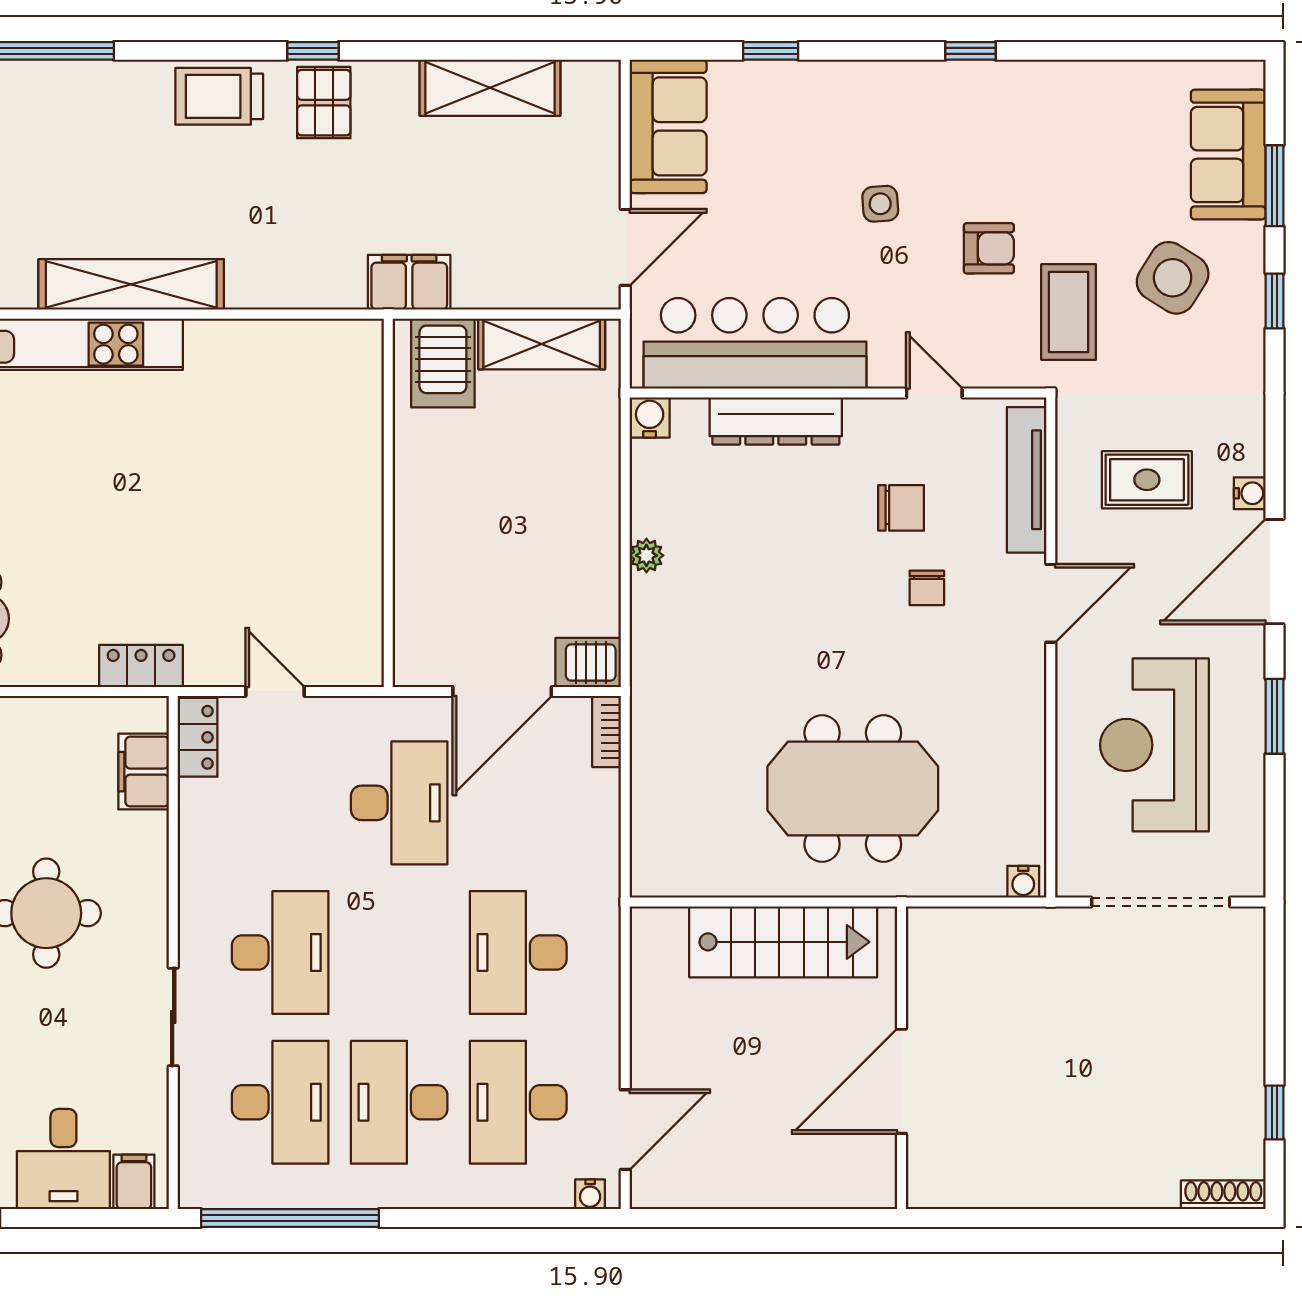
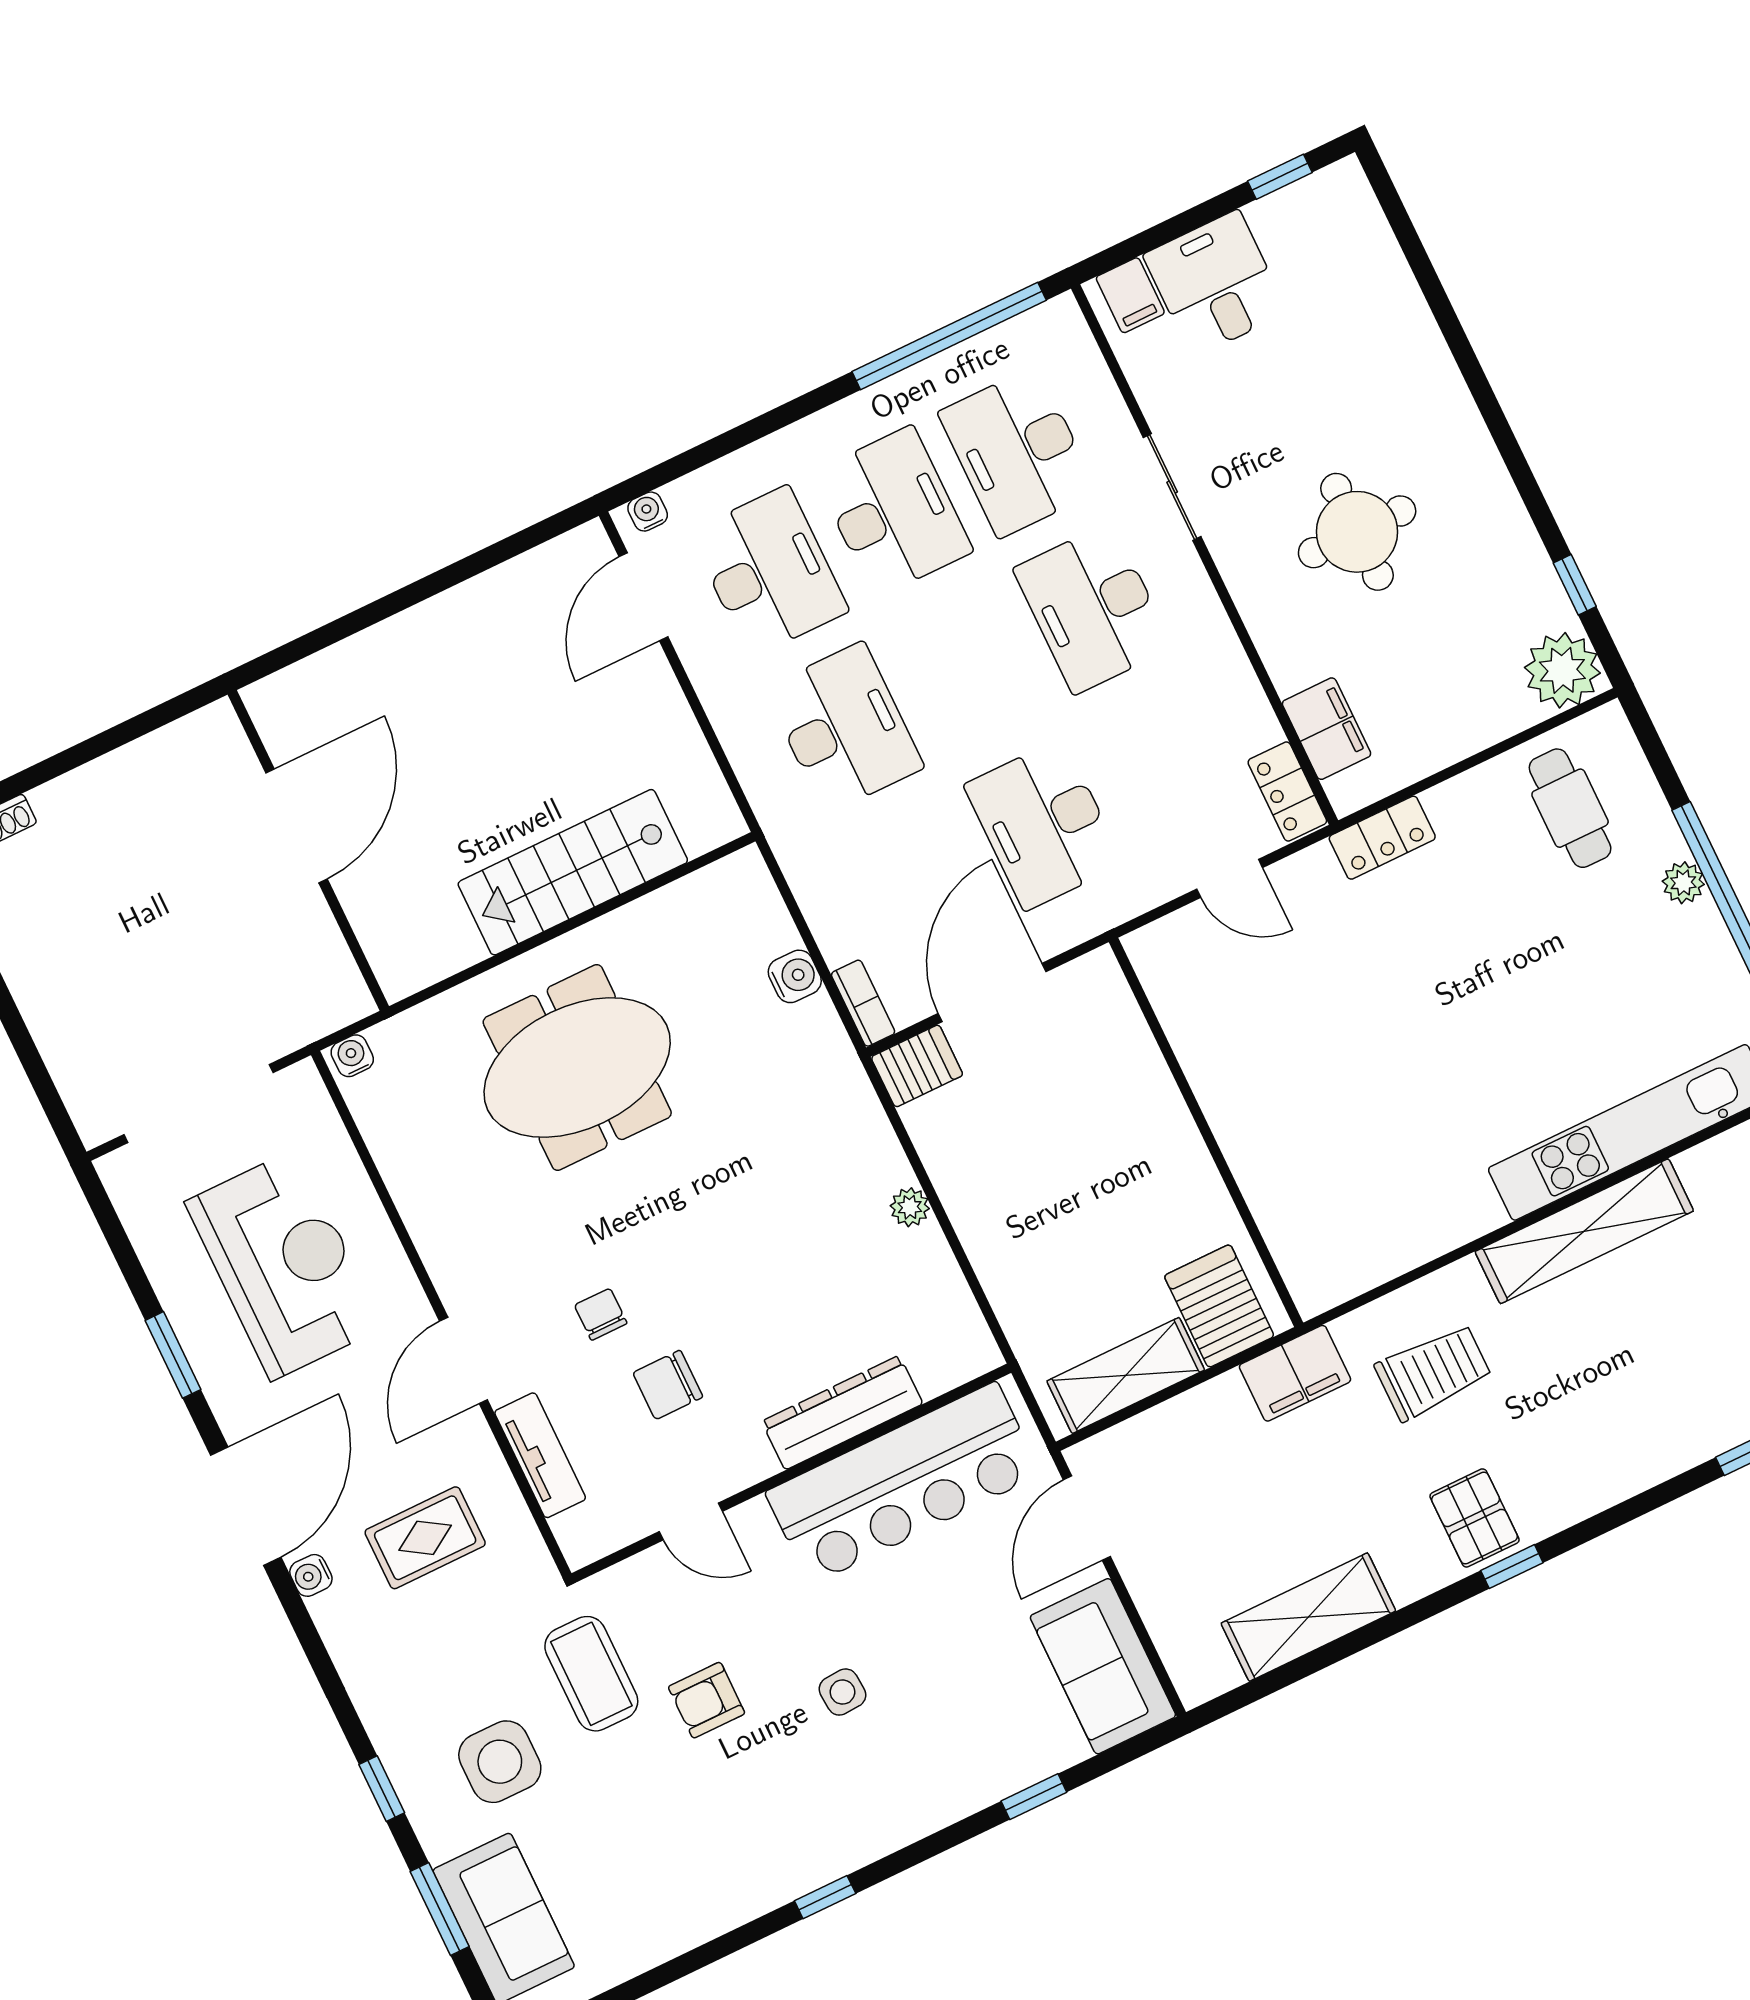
trolley: (219, 96) -> (1433, 1372), moved
side table: (1173, 278) -> (500, 1762), turned -32
water cooler: (650, 418) -> (795, 976), moved, turned -90
tv unit: (1027, 480) -> (540, 1455), width x0.71
wall: (902, 1058) -> (308, 850), moved
door: (902, 1081) -> (297, 826), moved

